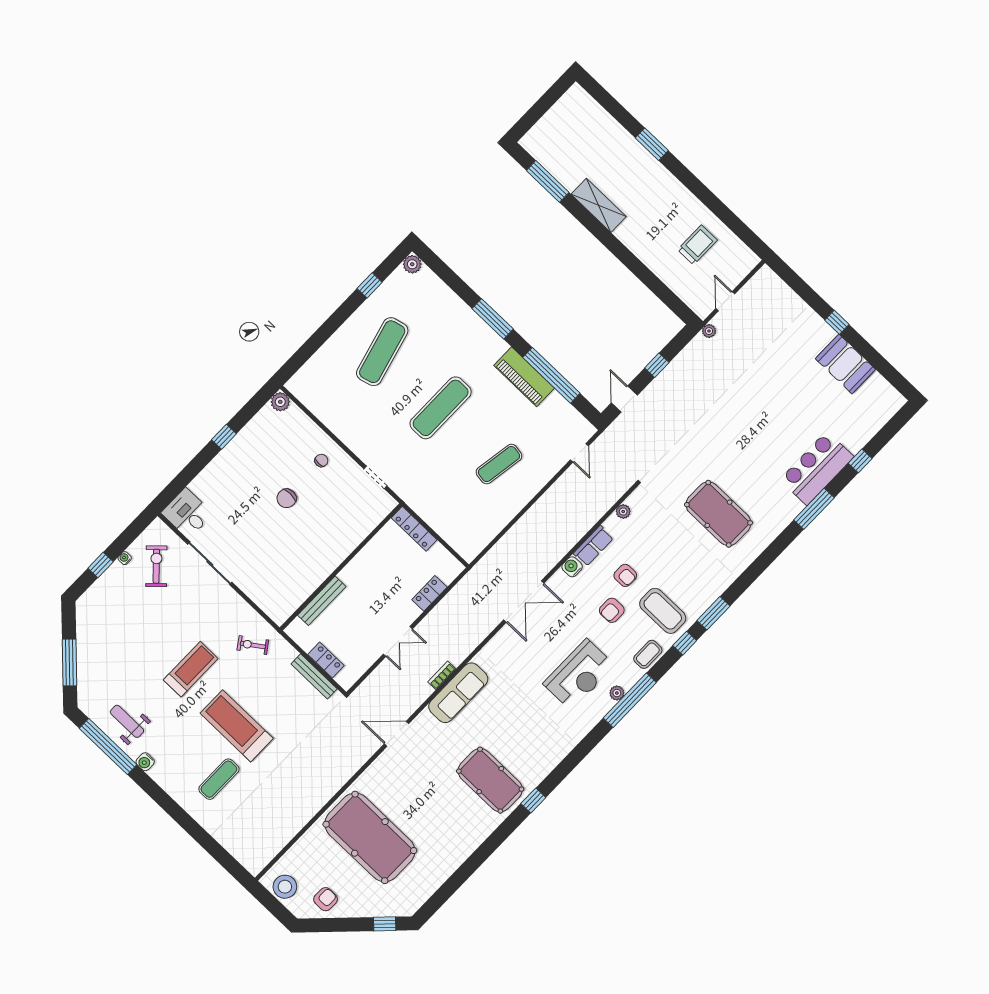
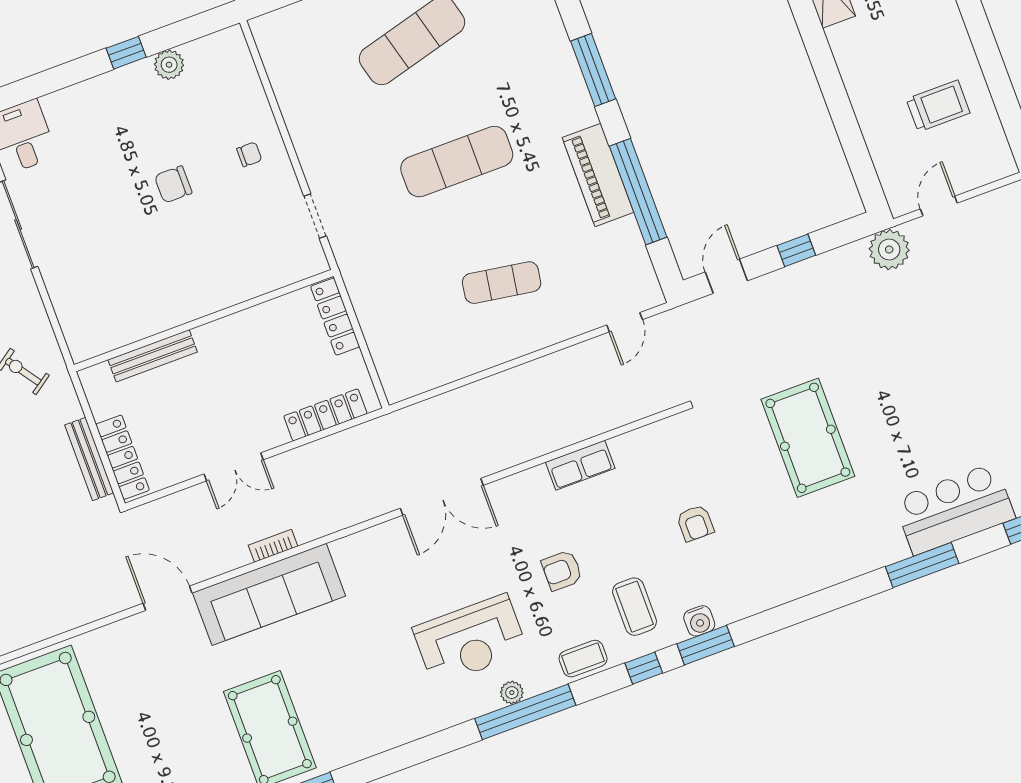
plant: (709, 331) -> (889, 250), width x1.88, depth x1.88
plant: (280, 402) -> (169, 65), moved
plant: (623, 512) -> (647, 437), removed
pool table: (718, 514) -> (808, 438), moved
water cooler: (572, 567) -> (699, 621), moved, turned 180
armchair: (625, 575) -> (695, 523), moved
locker: (429, 593) -> (325, 415), width x1.53
coffee table: (663, 611) -> (635, 607), width x0.73, depth x0.76
locker: (326, 660) -> (123, 457), width x1.53
sofa: (458, 693) -> (269, 594), width x1.36, depth x1.27

